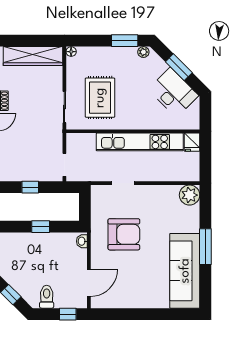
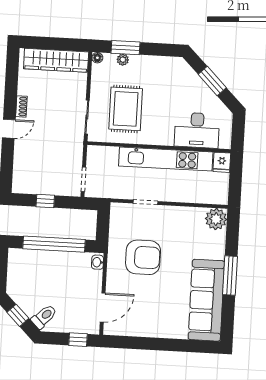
window: (125, 41) -> (126, 48), moved
plant: (143, 52) -> (123, 60), moved
desk: (173, 92) -> (197, 130), moved, turned 135
window: (41, 227) -> (54, 244), width x3.17
toilet: (47, 297) -> (44, 317), moved, turned 45

